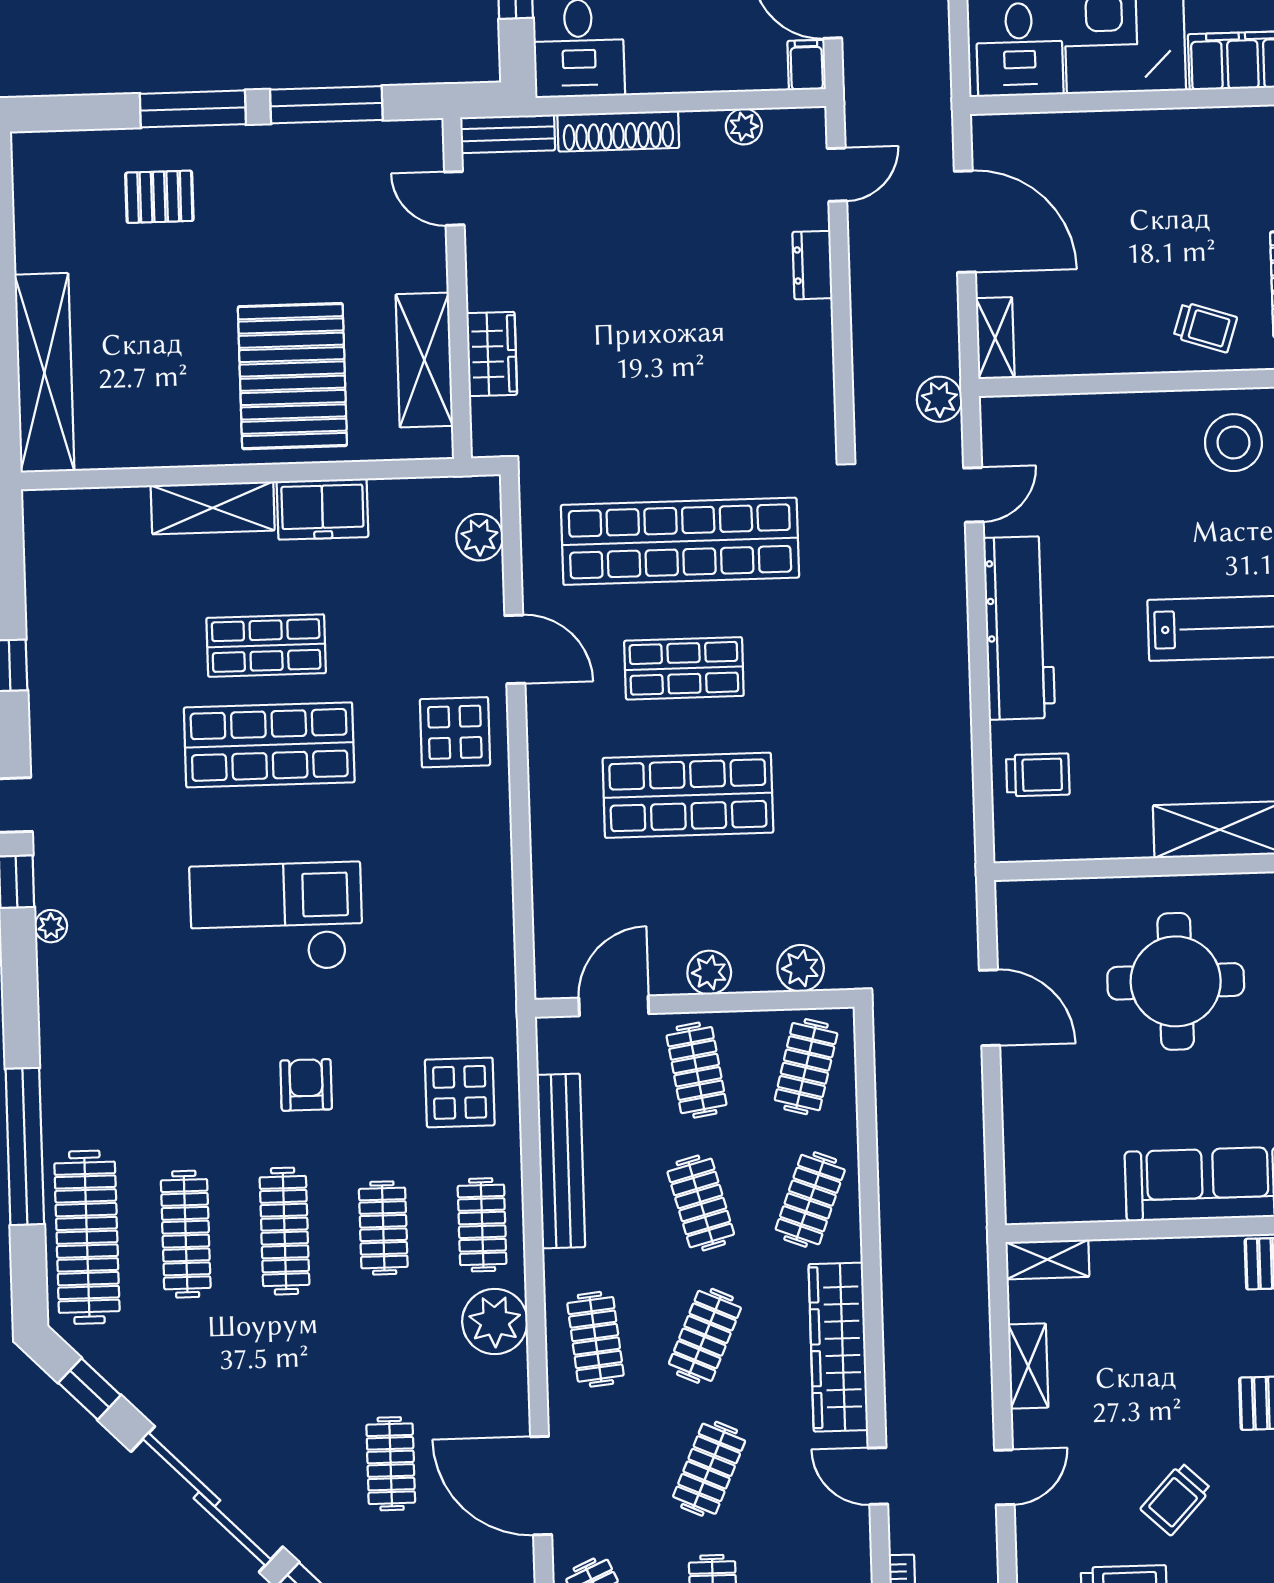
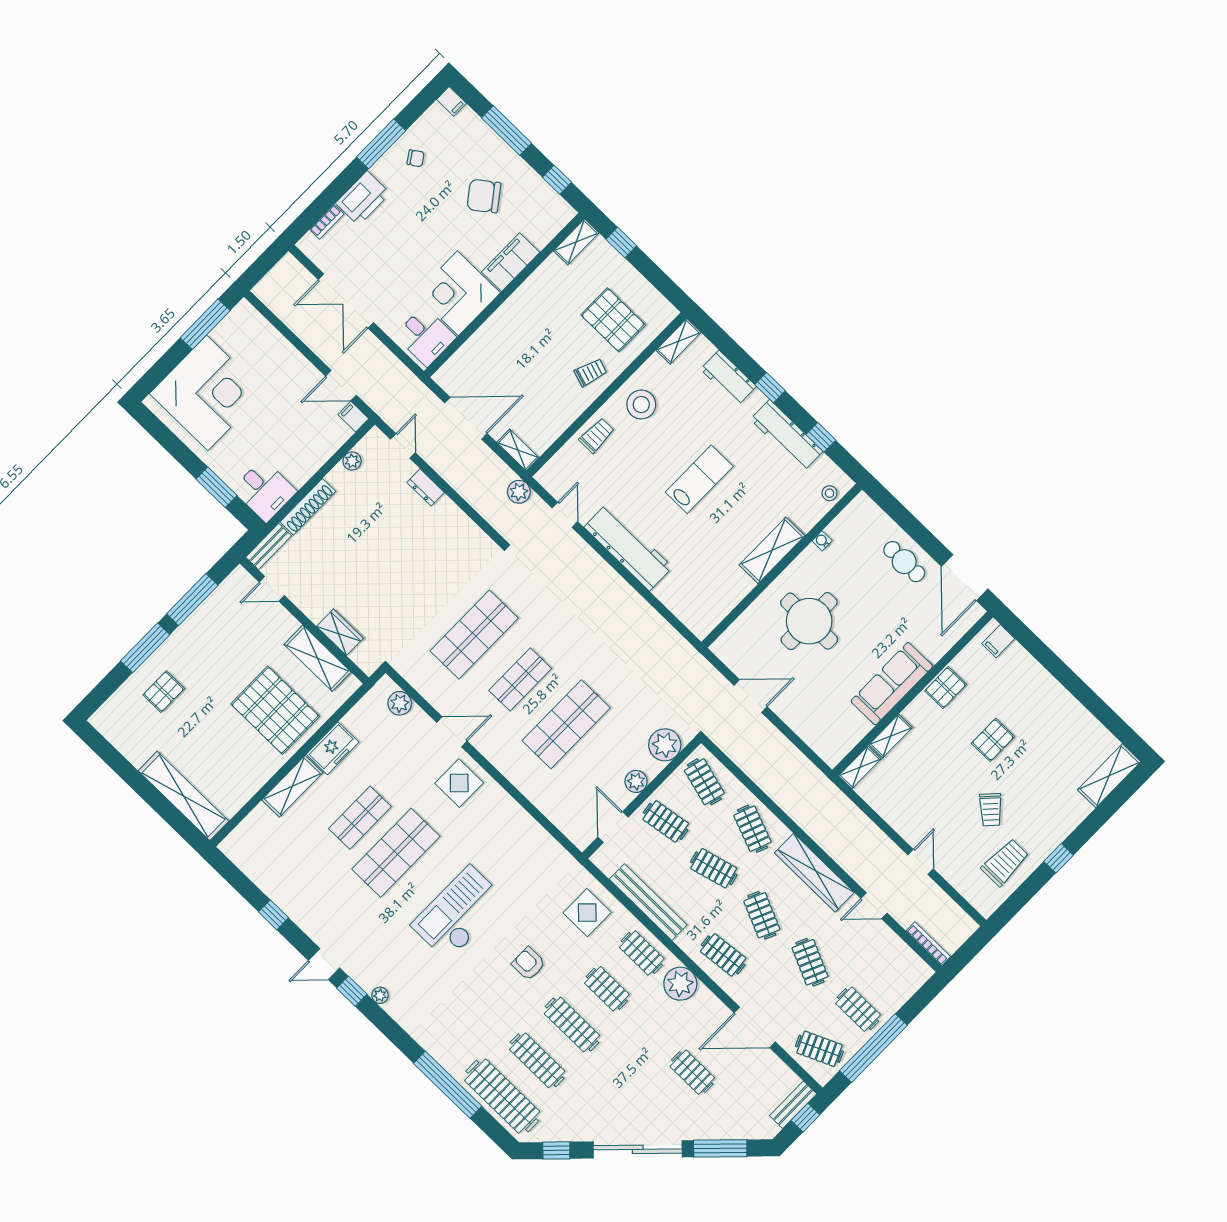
shop shelf: (680, 541) -> (474, 635), width x0.71
trolley: (1038, 775) -> (597, 435), moved
plant: (801, 968) -> (665, 745), width x1.36, depth x1.36
shelving: (1028, 1366) -> (891, 736), moved, turned 90

